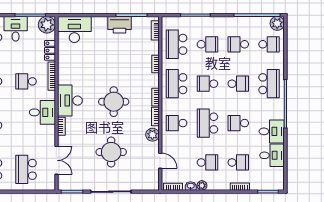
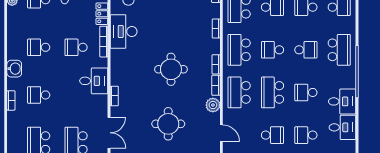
desk: (70, 101) -> (124, 31), moved
school desk: (177, 123) -> (239, 92), width x1.85
school desk: (238, 162) -> (306, 135), turned 180

